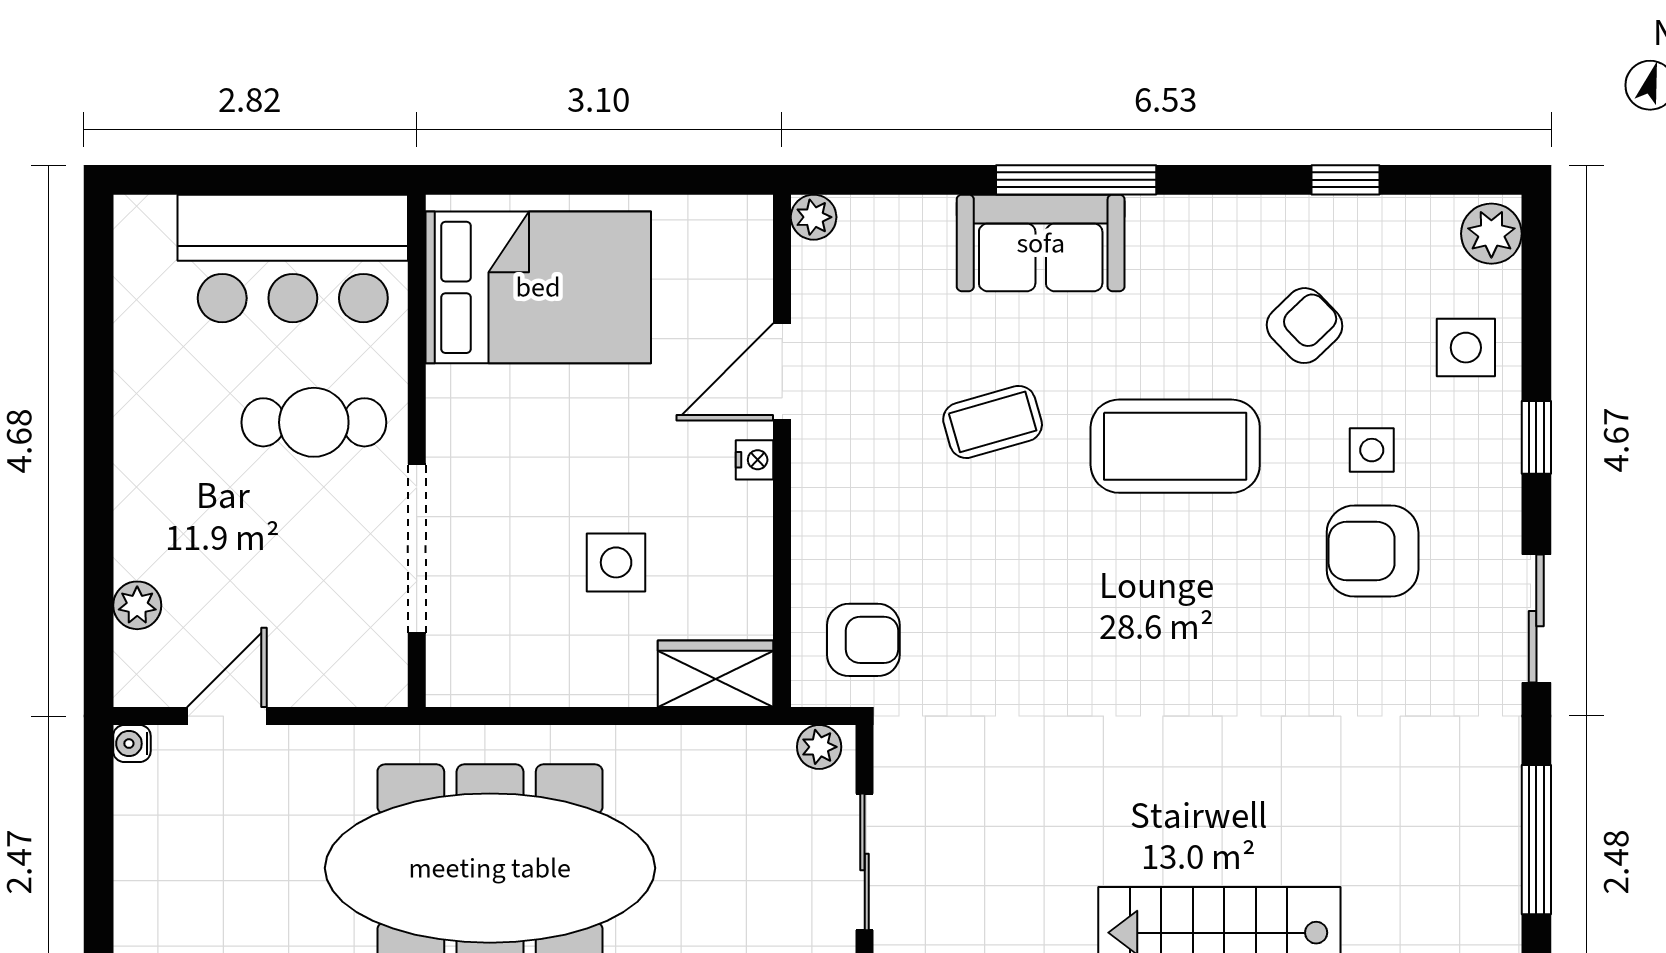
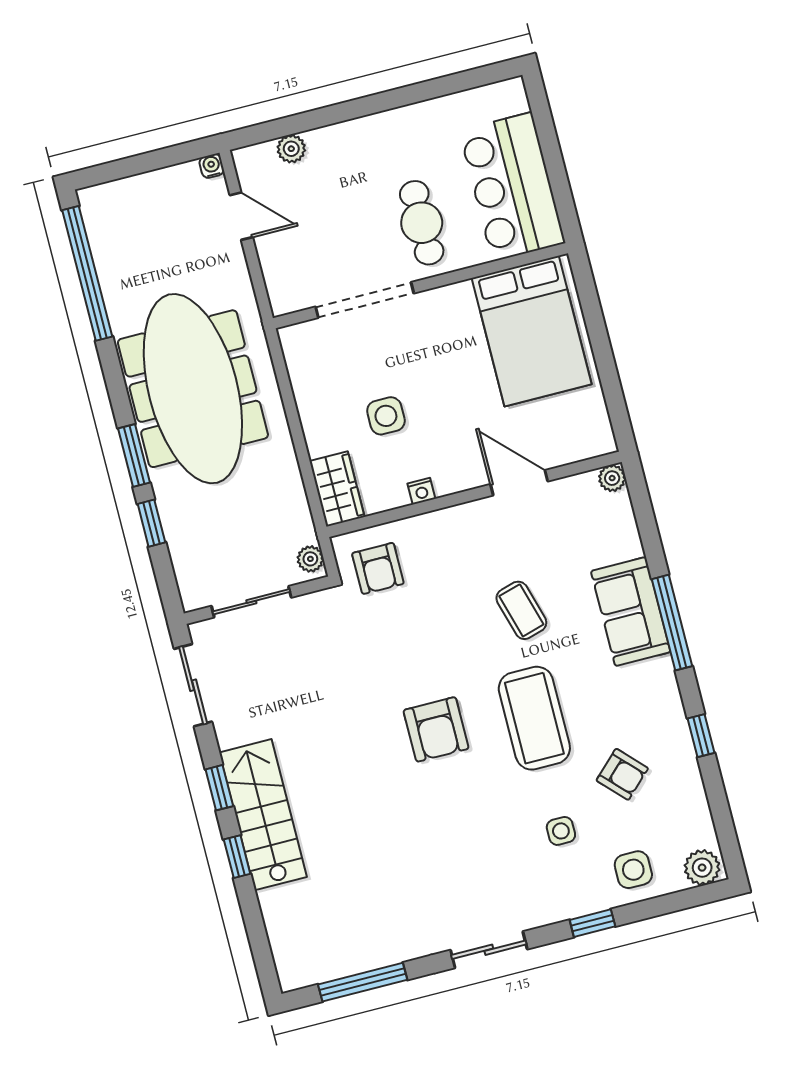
window: (1345, 180) -> (701, 736), moved
nightstand: (755, 460) -> (421, 491), moved
armchair: (1373, 551) -> (436, 729), moved, turned 180

